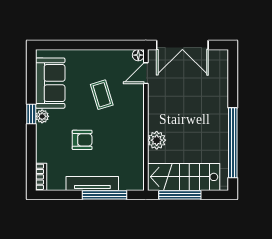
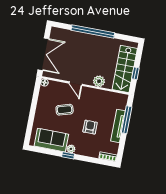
door: (146, 73) -> (76, 84), moved
window: (233, 143) -> (93, 31), moved
window: (180, 195) -> (135, 73), width x0.46

